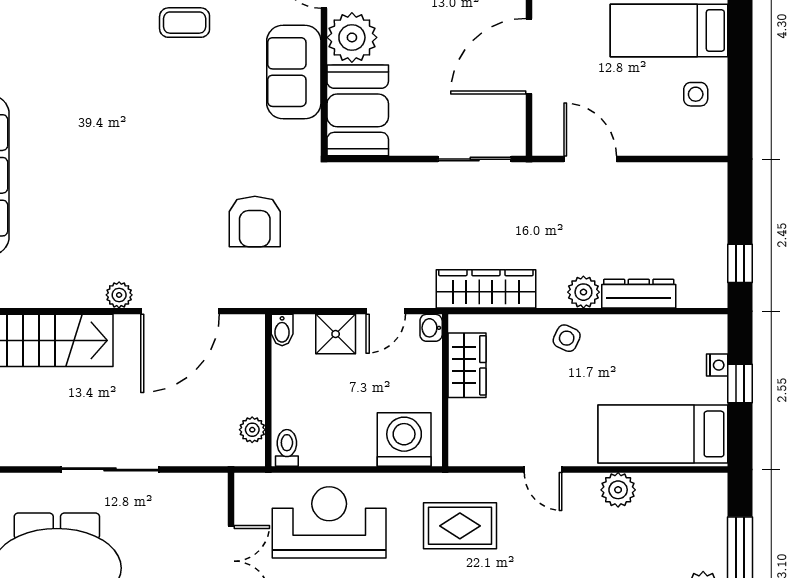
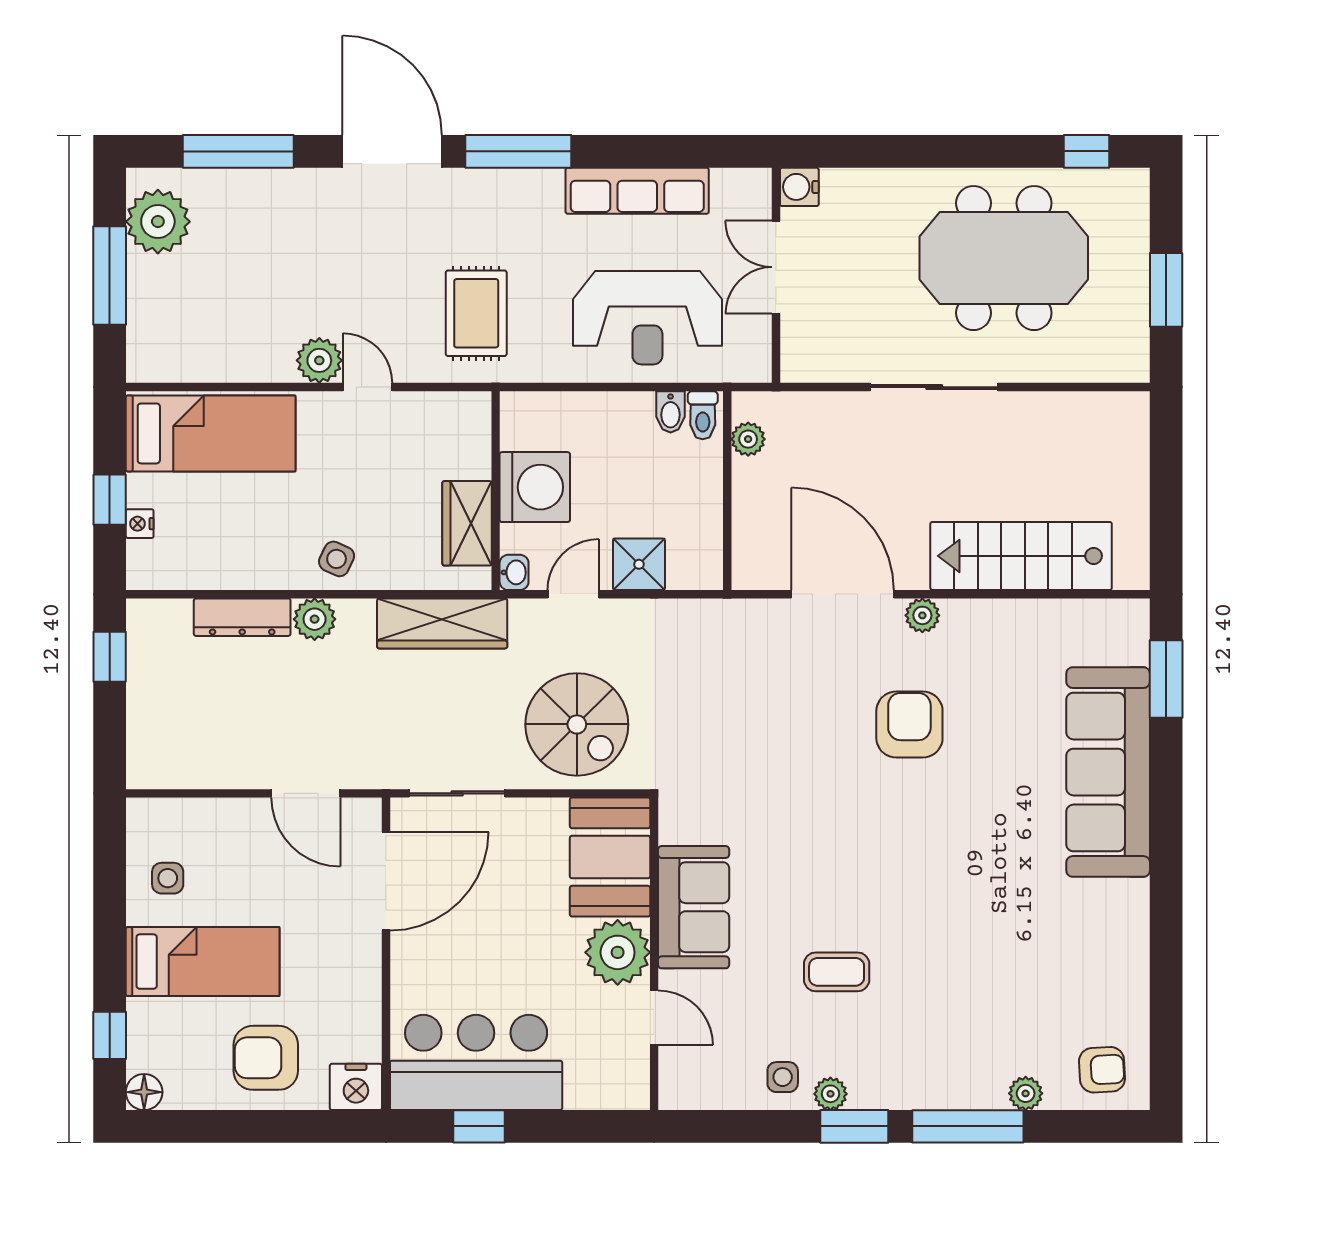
door: (529, 56) -> (386, 881), moved
spiral stairs: (383, 212) -> (577, 724), added
armchair: (255, 222) -> (909, 725), moved
door: (180, 311) -> (843, 594), hinge flipped
bidet: (282, 330) -> (671, 412), moved, turned 180
washing machine: (404, 440) -> (535, 487), moved, turned -90
plant: (618, 490) -> (319, 360), moved
rug: (460, 526) -> (476, 313), turned 90

